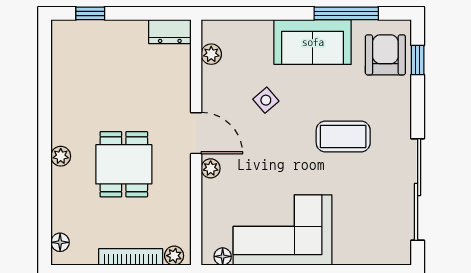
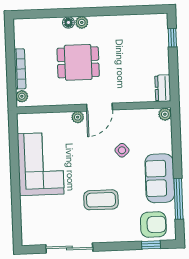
plant: (211, 54) -> (165, 114), moved
coffee table: (343, 137) -> (101, 200), turned 90
sliding door: (418, 190) -> (69, 248), width x0.73
floor lamp: (60, 242) -> (68, 22), moved
floor lamp: (223, 256) -> (22, 127), removed

